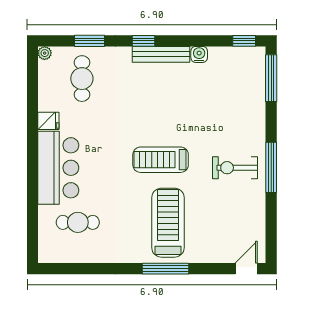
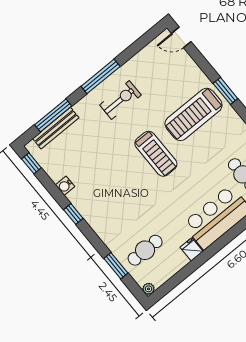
window: (143, 41) -> (73, 214), moved
bench: (161, 54) -> (56, 128), moved, turned 90
window: (271, 78) -> (53, 115), moved
exercise bike: (235, 168) -> (120, 100), turned -90
window: (165, 269) -> (225, 91), width x0.69

